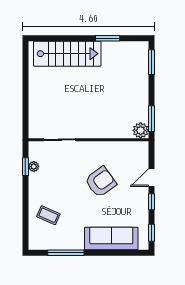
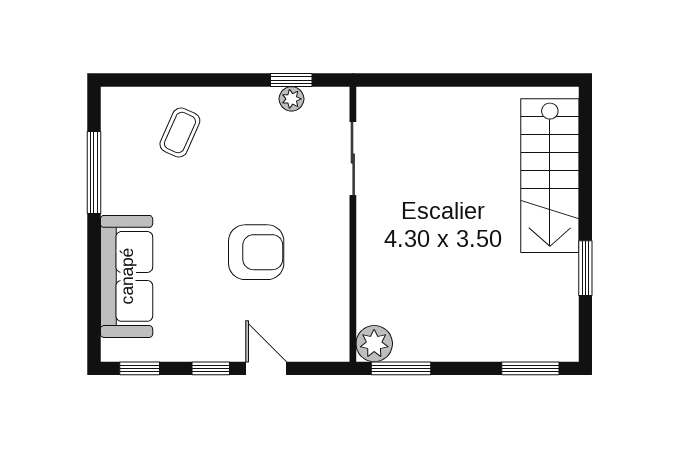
armchair: (101, 182) -> (256, 252), turned -54

